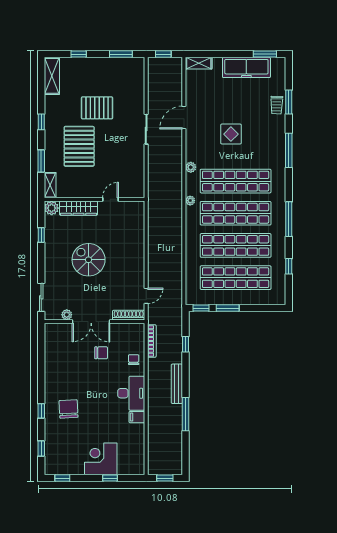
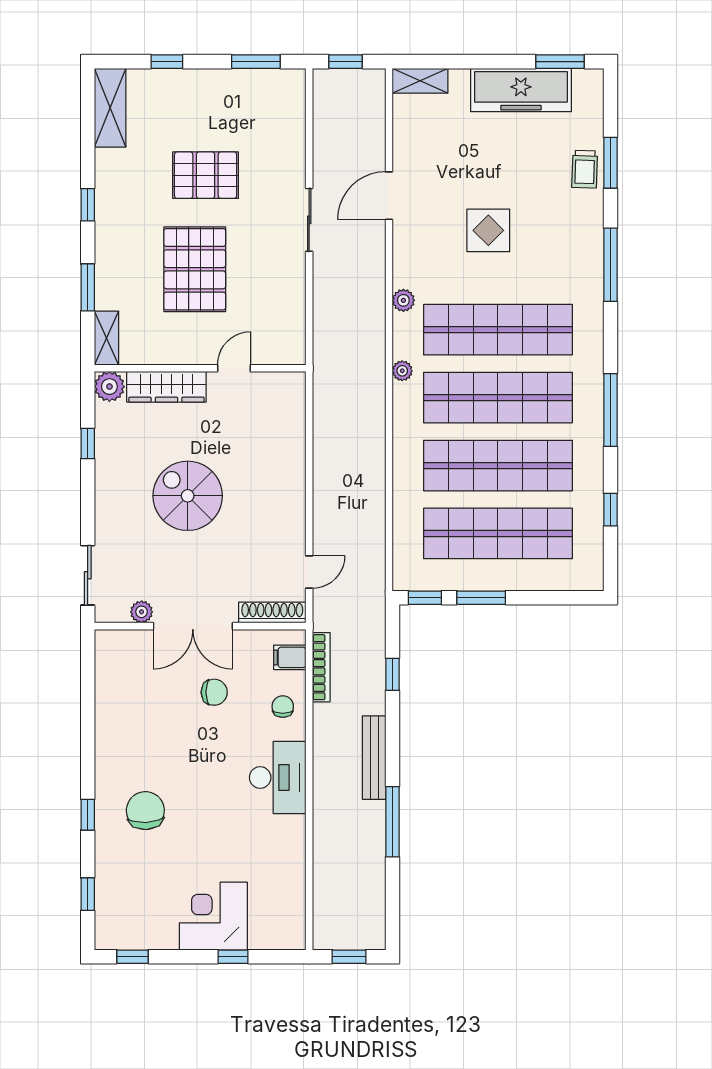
pallet: (79, 146) -> (195, 269), moved
filing cabinet: (137, 417) -> (290, 657), moved

